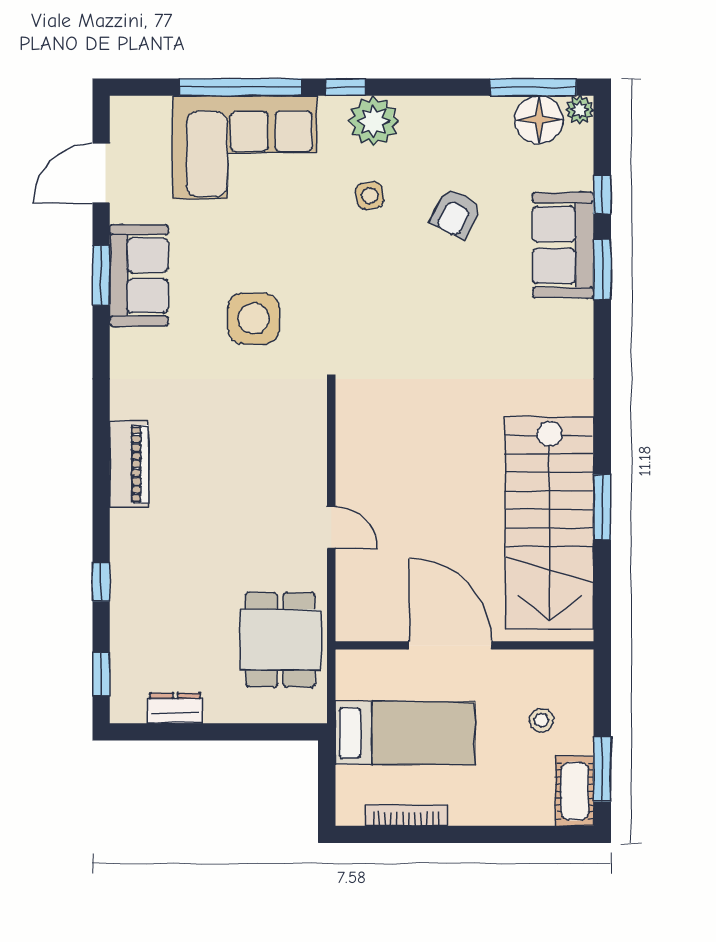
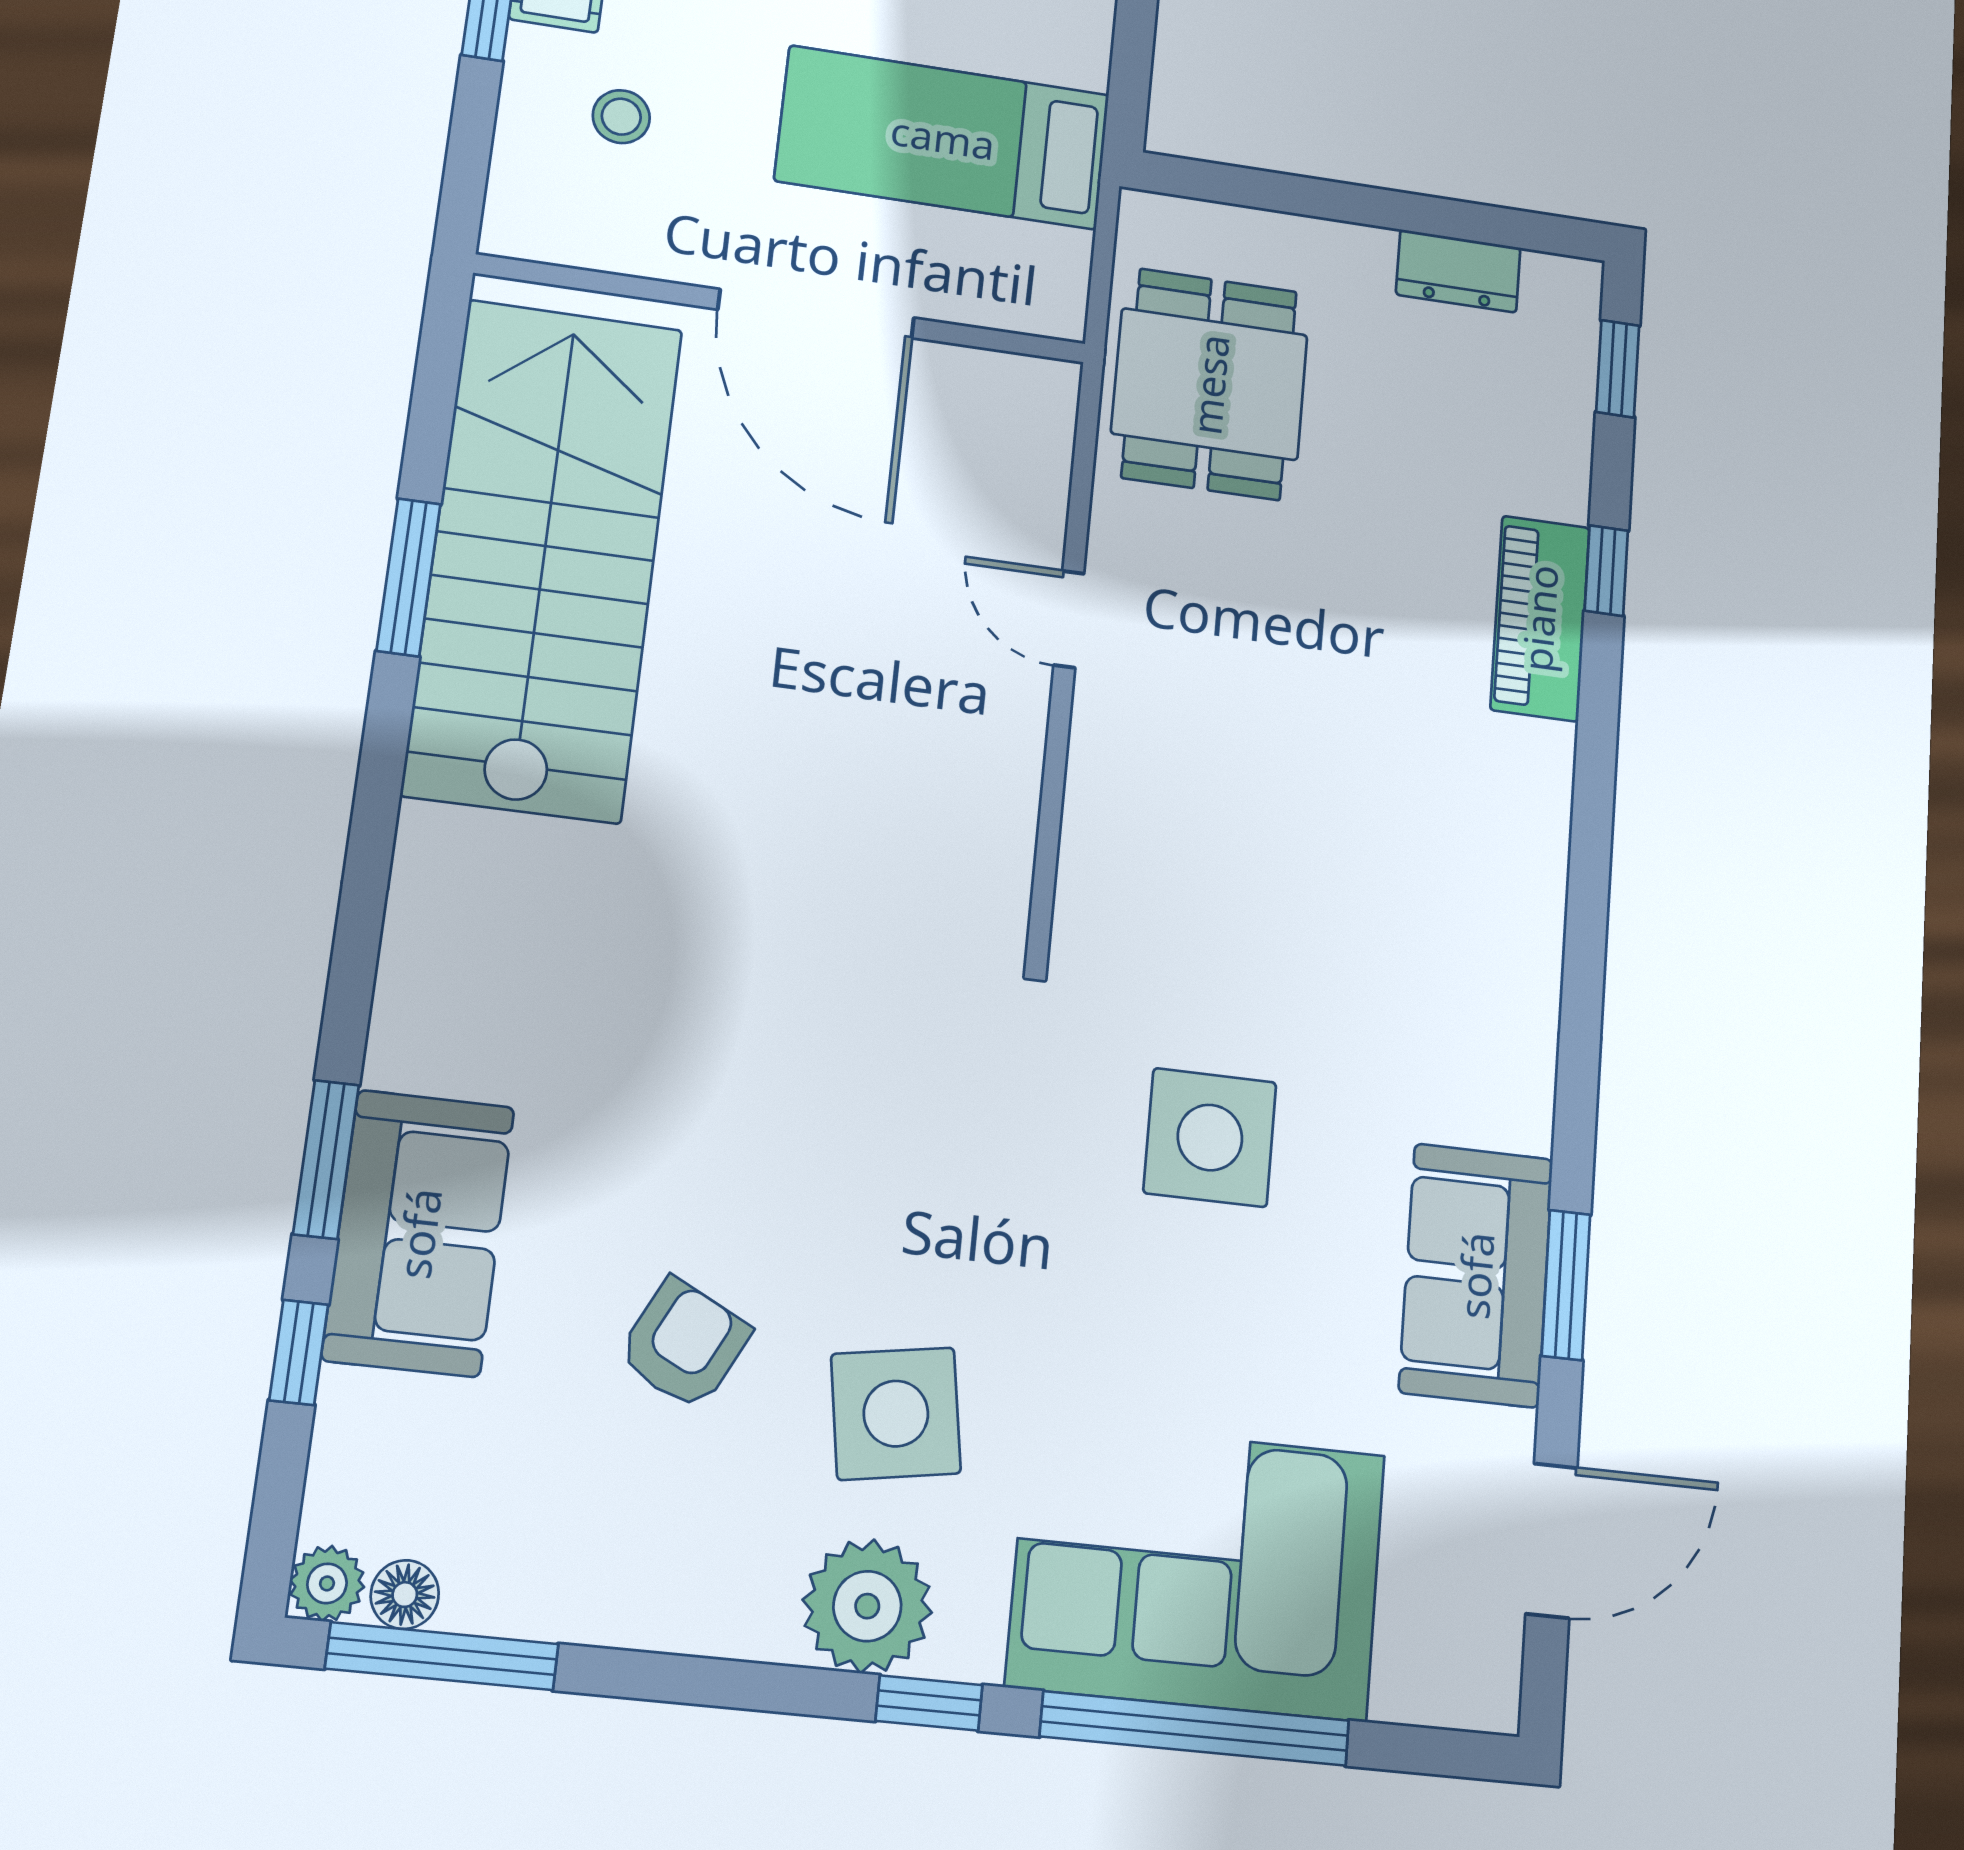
floor lamp: (539, 120) -> (405, 1595), width x0.53, depth x0.53
side table: (370, 196) -> (896, 1414), width x1.87, depth x1.87
piano: (129, 464) -> (1540, 618), moved

